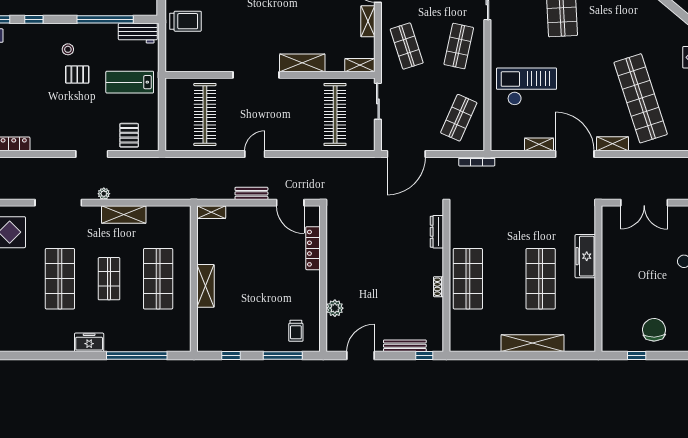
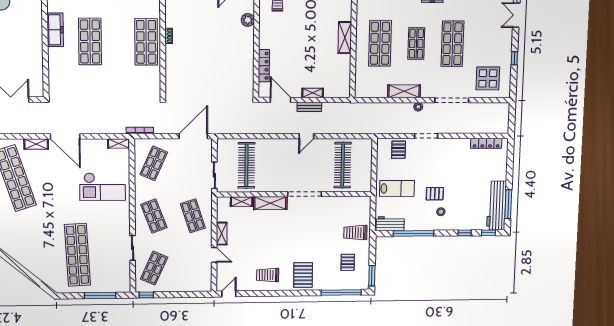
shop shelf: (459, 46) -> (154, 216), turned -33
shelving: (360, 65) -> (242, 202), moved
shelving: (539, 144) -> (119, 143), moved
shelving: (211, 212) -> (313, 93), moved
dresser: (437, 232) -> (170, 78), removed
freezer: (585, 256) -> (55, 30), moved

